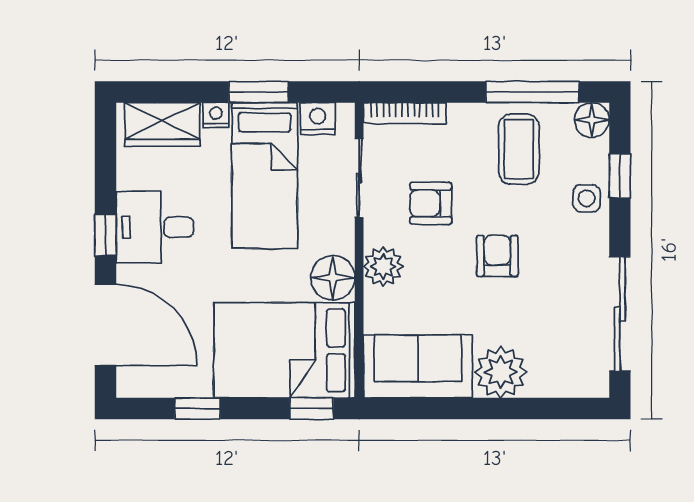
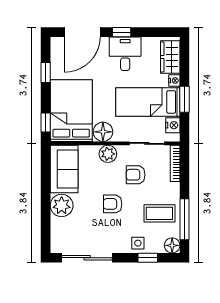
armchair: (431, 203) -> (136, 175), turned -90
armchair: (497, 256) -> (113, 204), turned 180

